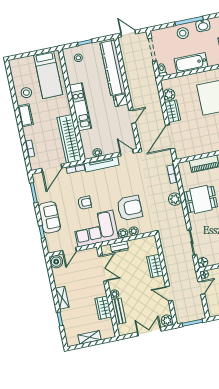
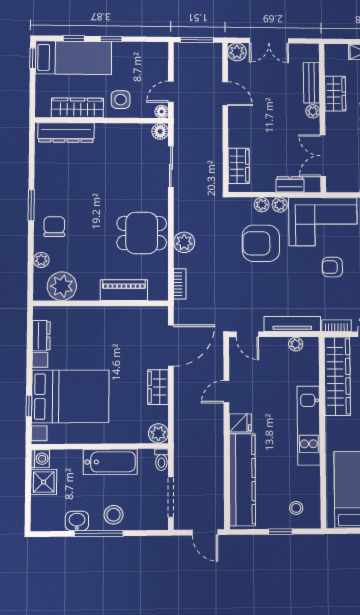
plant: (169, 95) -> (158, 433), moved
wardrobe: (155, 266) -> (239, 166), moved

